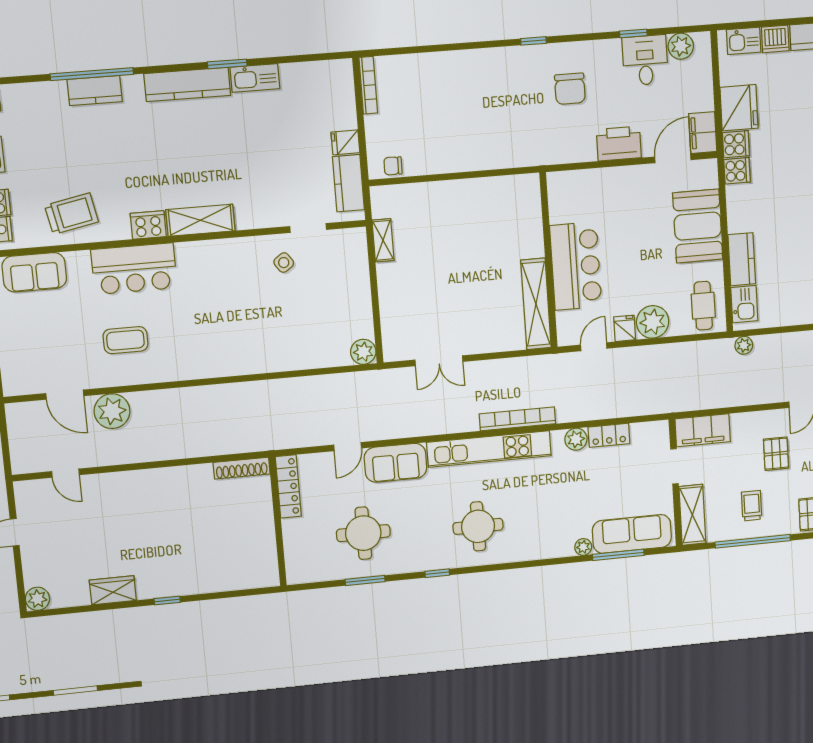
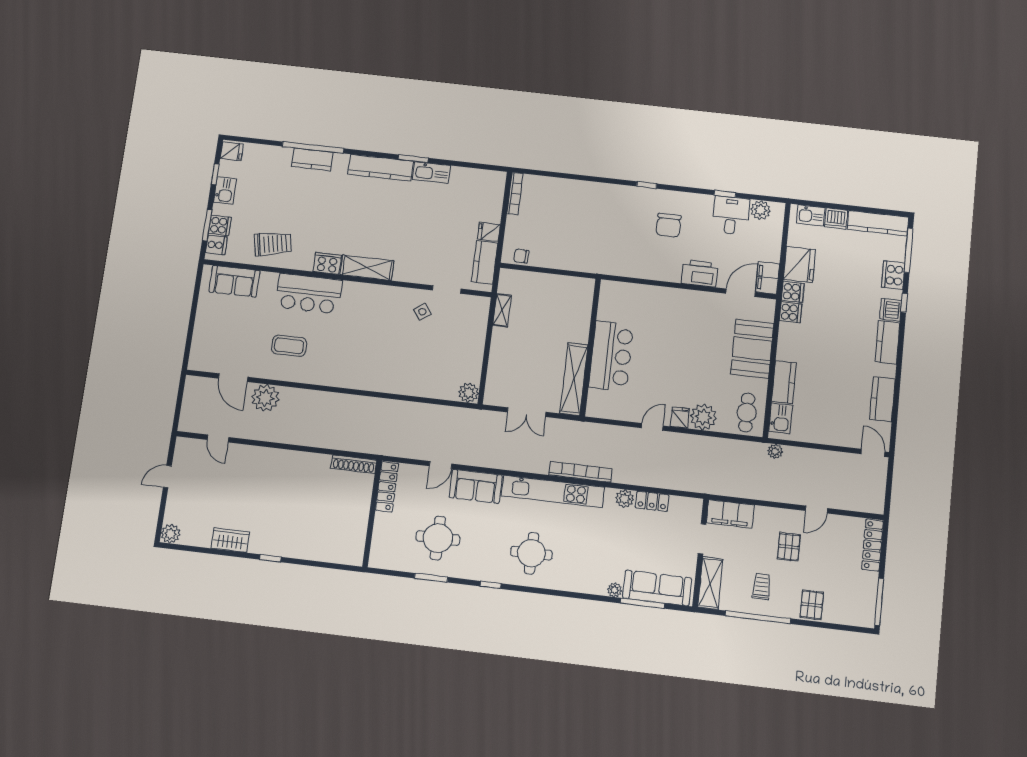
wall: (548, 260) -> (590, 347), moved
bar counter: (576, 266) -> (611, 356), moved
shelving: (536, 304) -> (574, 379), moved

